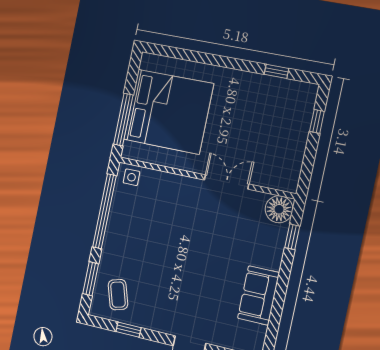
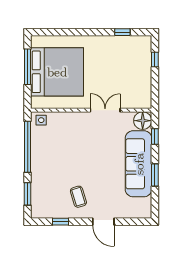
window: (123, 120) -> (28, 67), moved
window: (280, 294) -> (155, 175), added
coffee table: (118, 295) -> (78, 197), moved
sofa: (258, 295) -> (139, 164), width x1.85, depth x1.27

